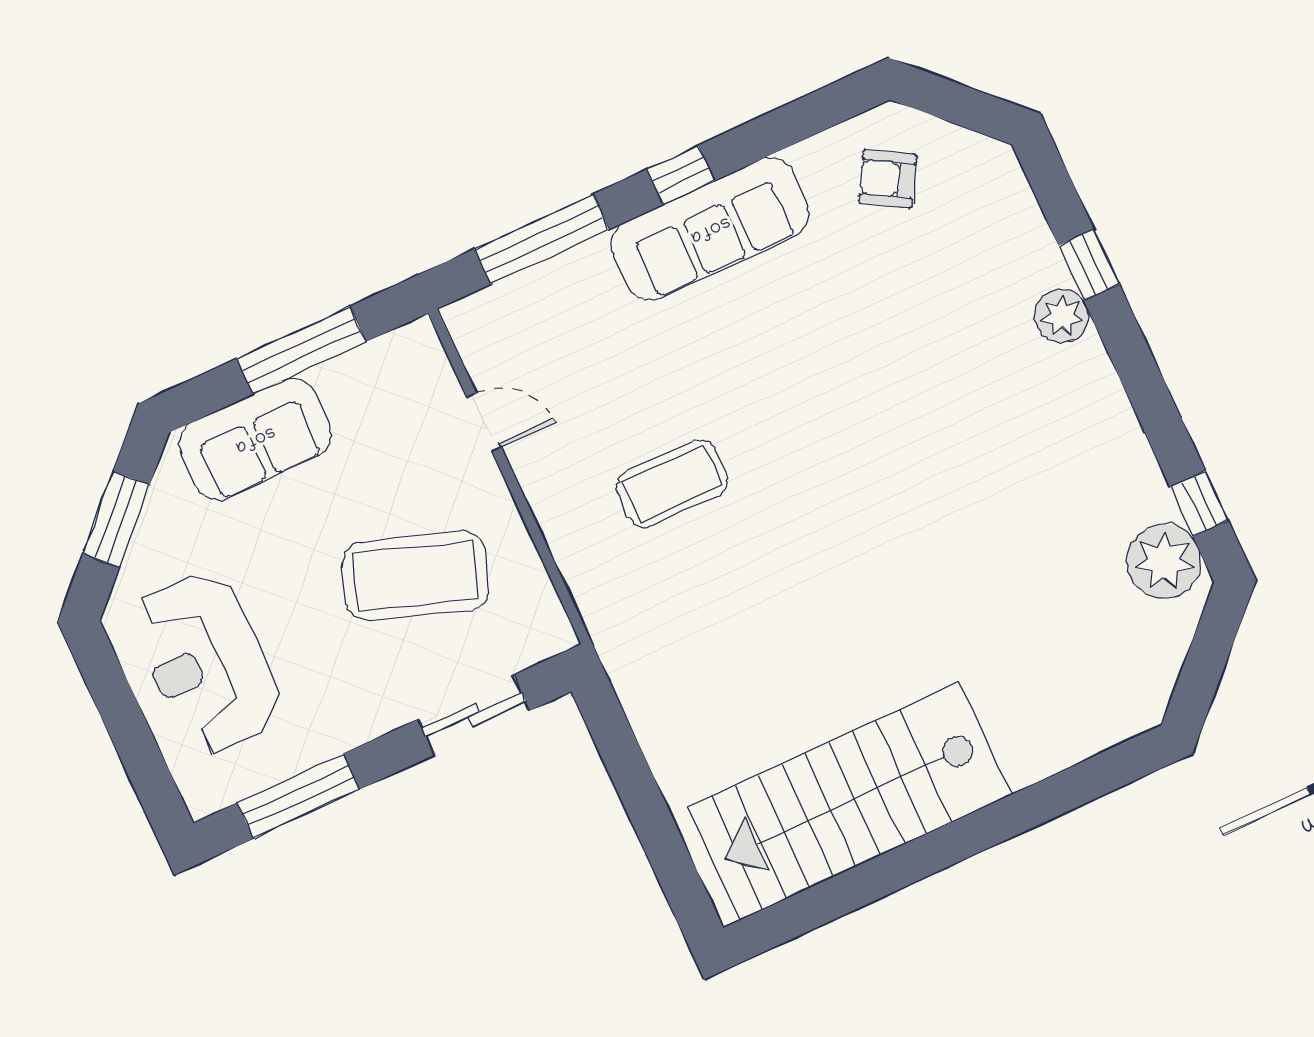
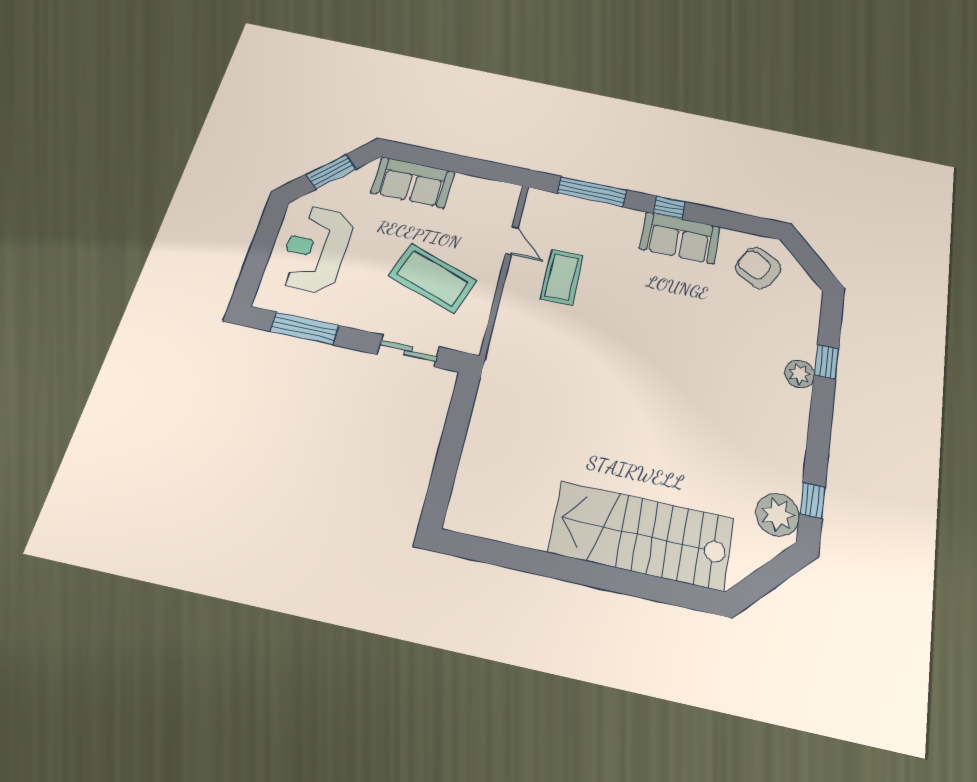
armchair: (888, 179) -> (758, 268), width x1.38, depth x1.38
sofa: (710, 229) -> (680, 238), width x0.73
window: (301, 350) -> (460, 164), removed
coffee table: (672, 484) -> (562, 277), moved, turned 90
stairs: (849, 801) -> (642, 535), moved

